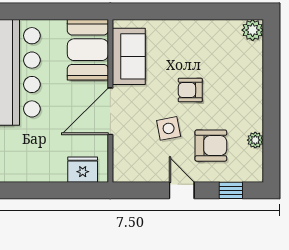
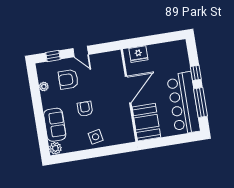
sofa: (129, 56) -> (55, 125), moved, turned 180
armchair: (190, 90) -> (85, 109), turned -90
side table: (169, 128) -> (96, 137), moved

